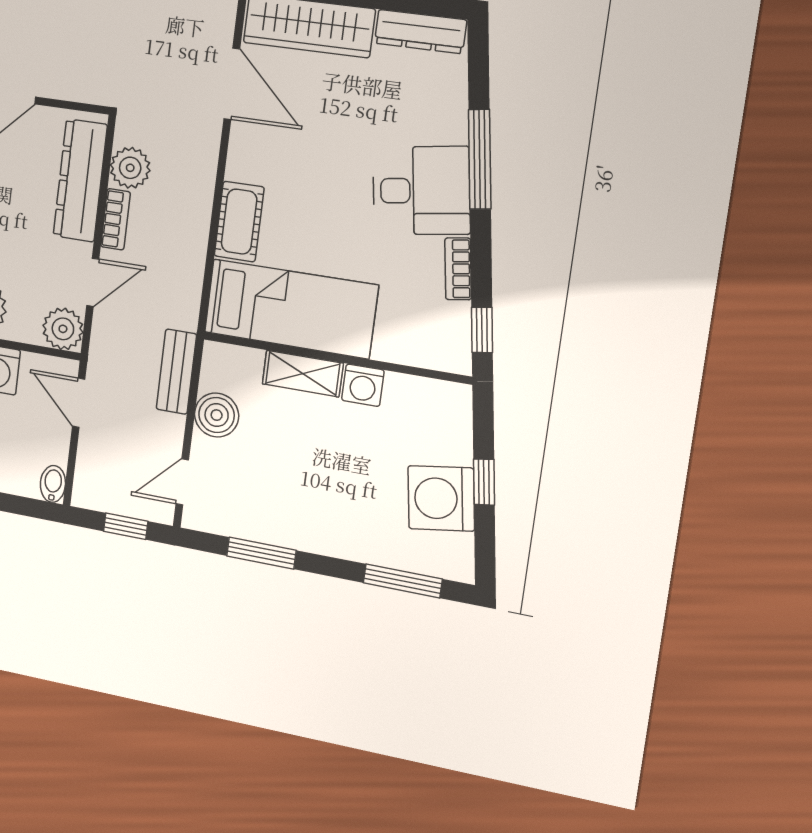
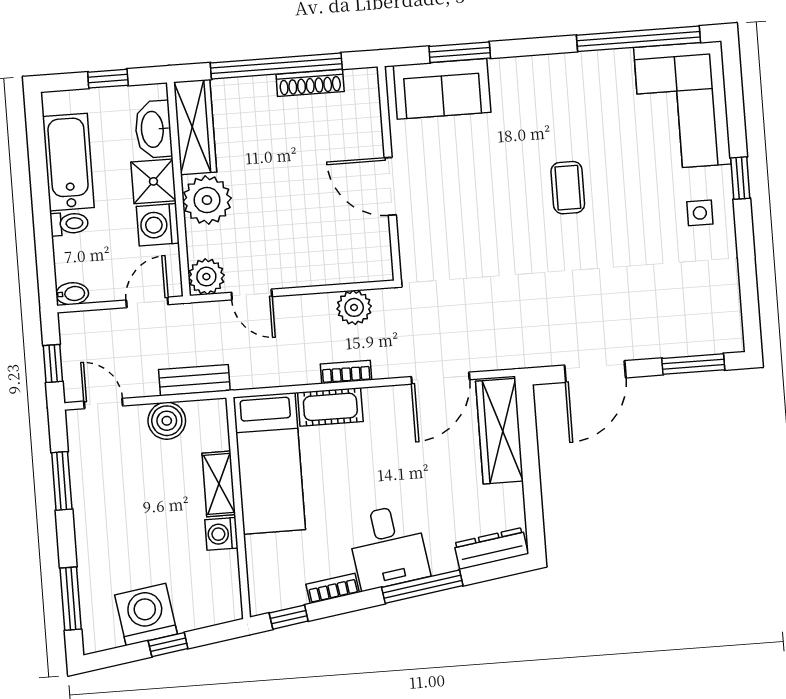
dresser: (420, 32) -> (491, 548), moved, turned 81
dresser: (80, 180) -> (334, 267), removed
bookcase: (115, 219) -> (346, 372), moved, turned 180

